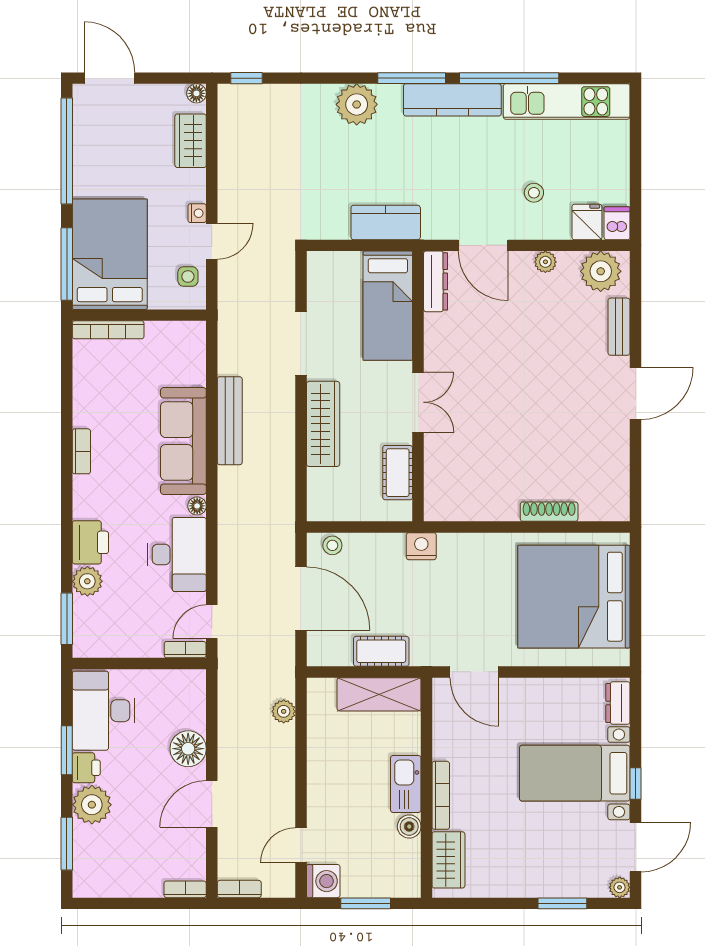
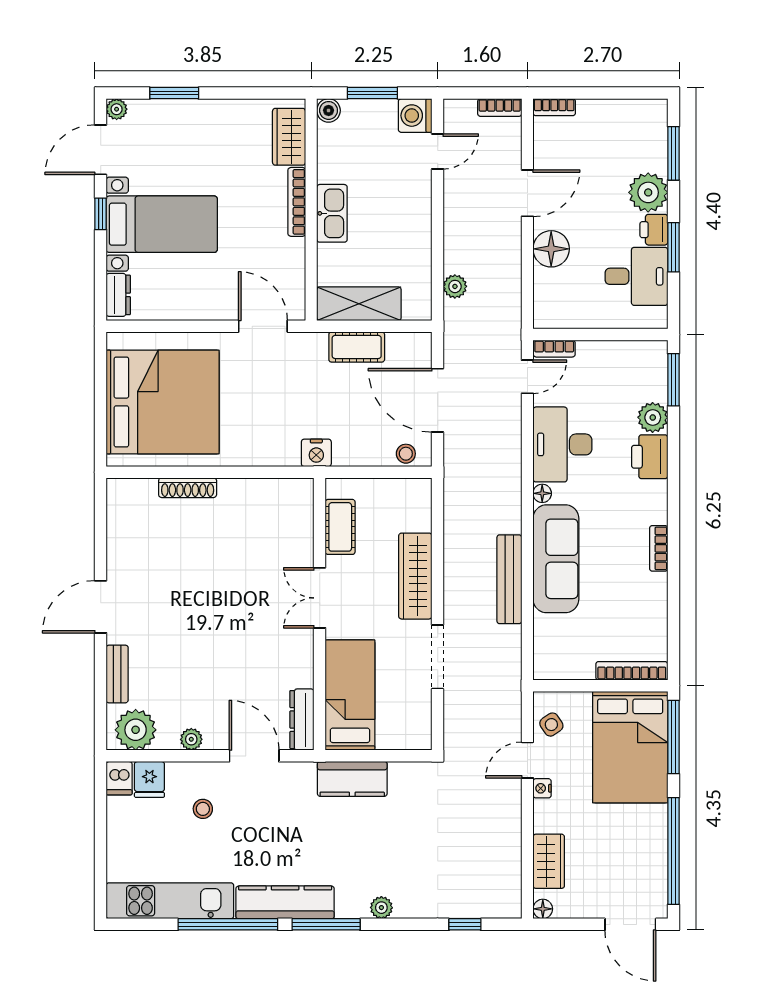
window: (246, 78) -> (465, 924), moved
plant: (357, 104) -> (381, 908), width x0.53, depth x0.53
side table: (188, 276) -> (551, 725), turned -34
desk: (104, 711) -> (636, 276), width x0.73
boiler: (409, 827) -> (329, 110), moved

